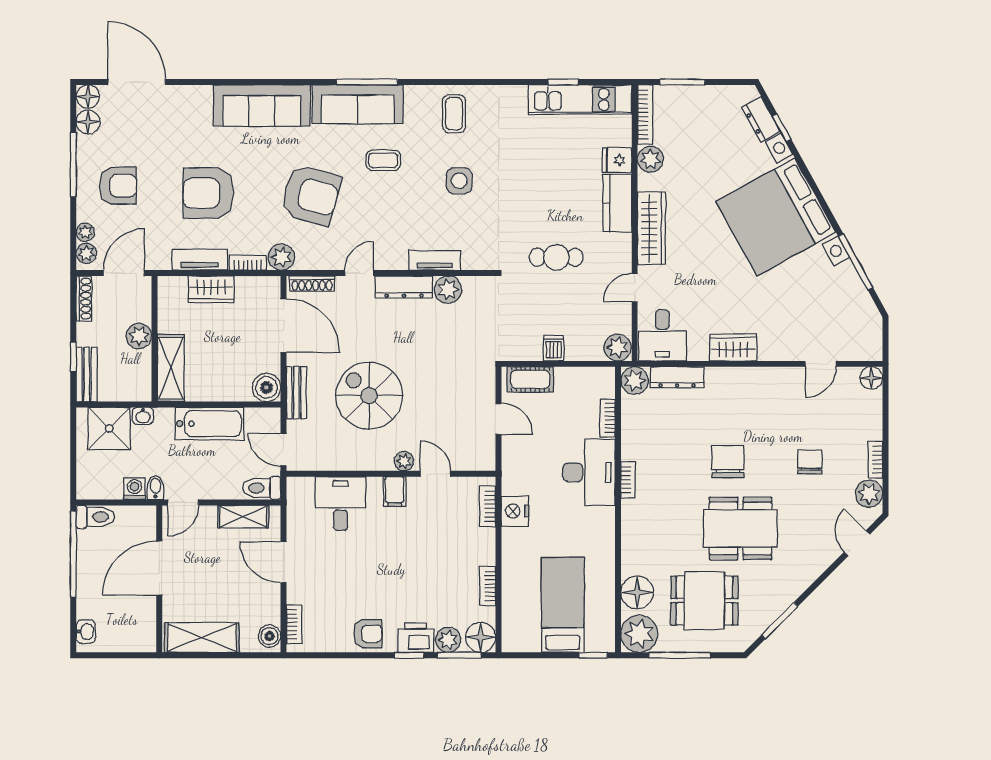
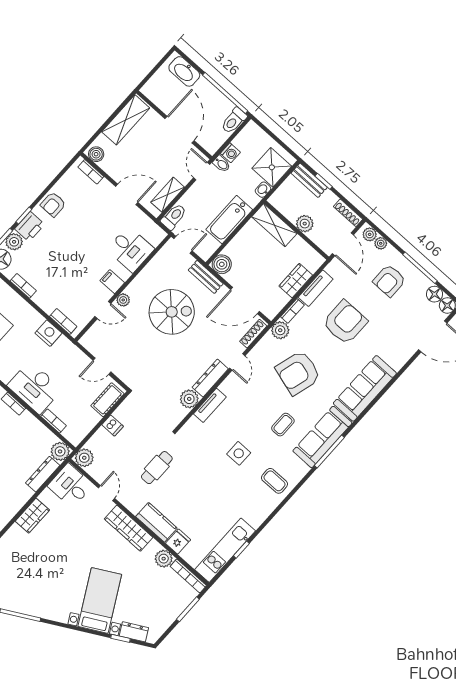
bed with nightstands: (776, 217) -> (100, 600), width x0.54
washbasin: (86, 632) -> (184, 71), width x1.91, depth x1.45

